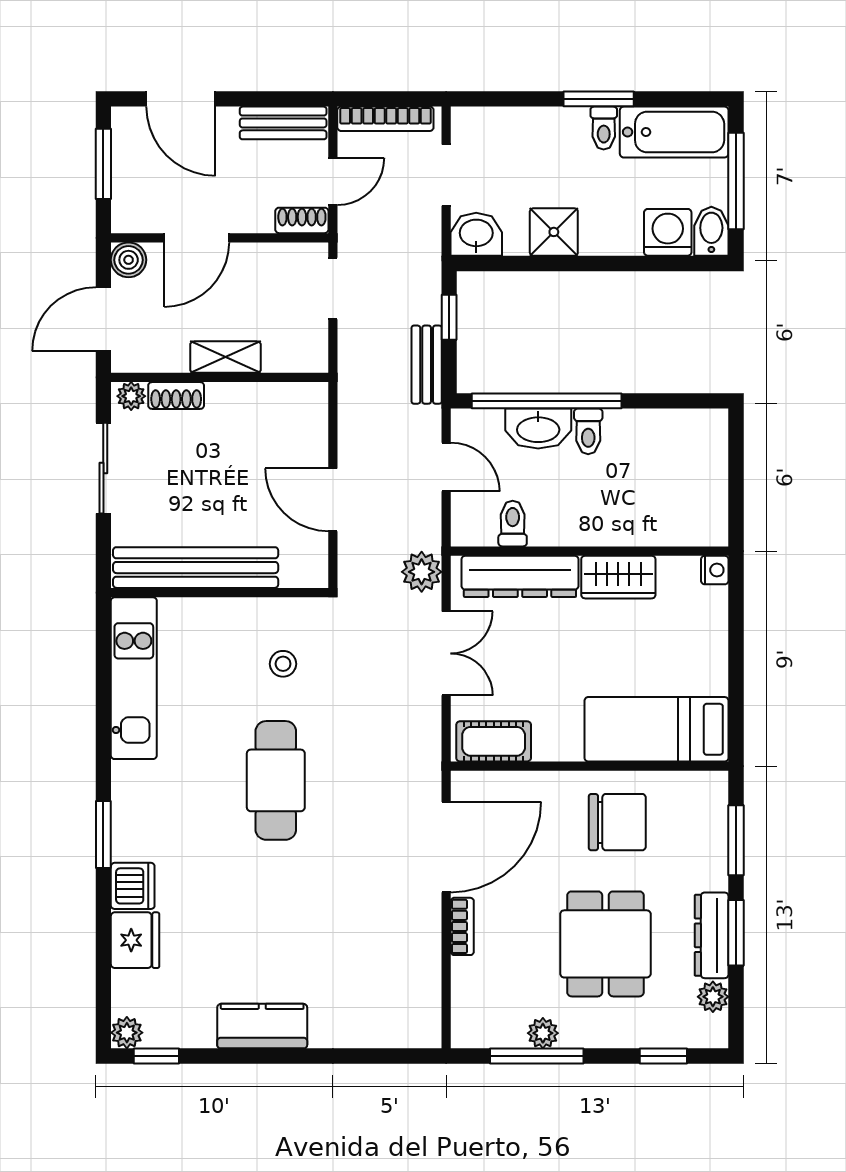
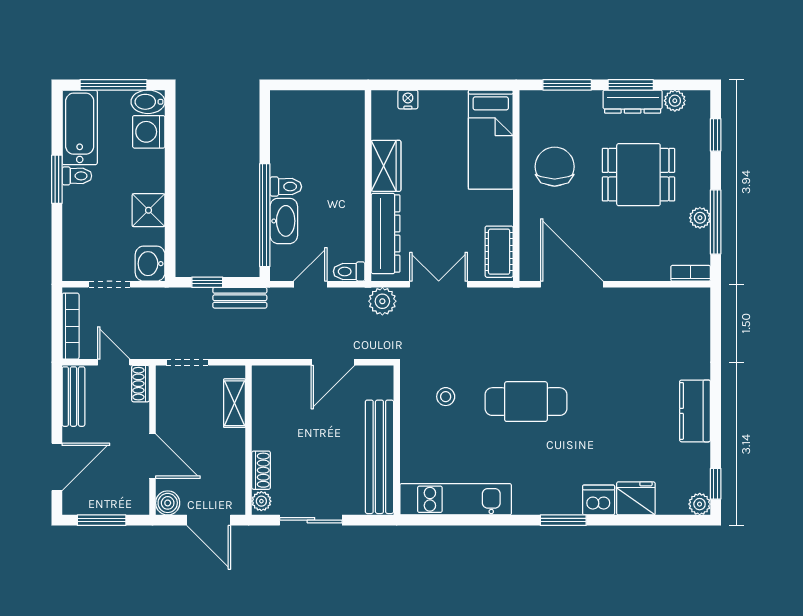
shelving: (225, 357) -> (235, 403), moved
toilet: (513, 524) -> (349, 271), moved
nightstand: (715, 570) -> (408, 99), moved
bookcase: (462, 926) -> (691, 273), moved

